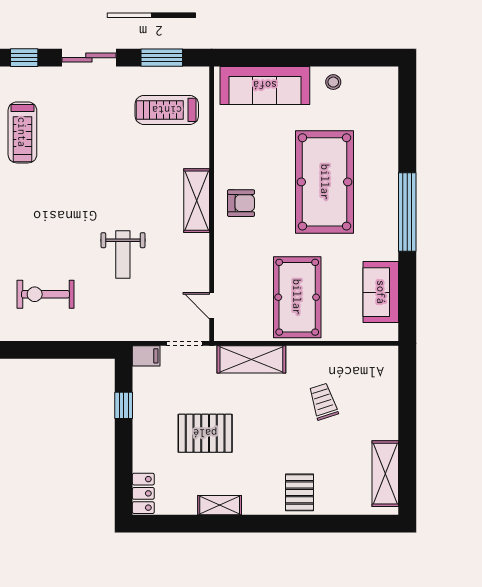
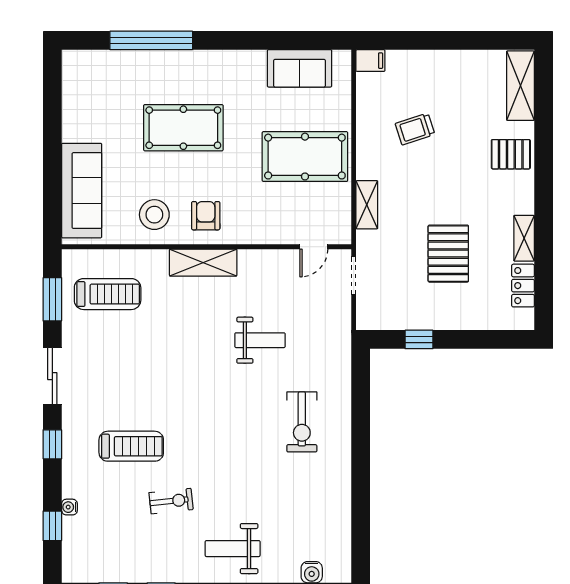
stool: (333, 82) -> (154, 215), moved, width x1.89, depth x1.89
treadmill: (167, 110) -> (108, 294), turned -90
pool table: (325, 182) -> (183, 128), width x0.73, depth x0.76
window: (407, 212) -> (151, 40), moved
filing cabinet: (146, 356) -> (370, 61), moved, turned 90
shelving: (251, 359) -> (367, 205), width x0.67, depth x0.75
shelving: (385, 474) -> (520, 86), moved, turned 90
locker: (143, 493) -> (523, 286), moved, turned -90

